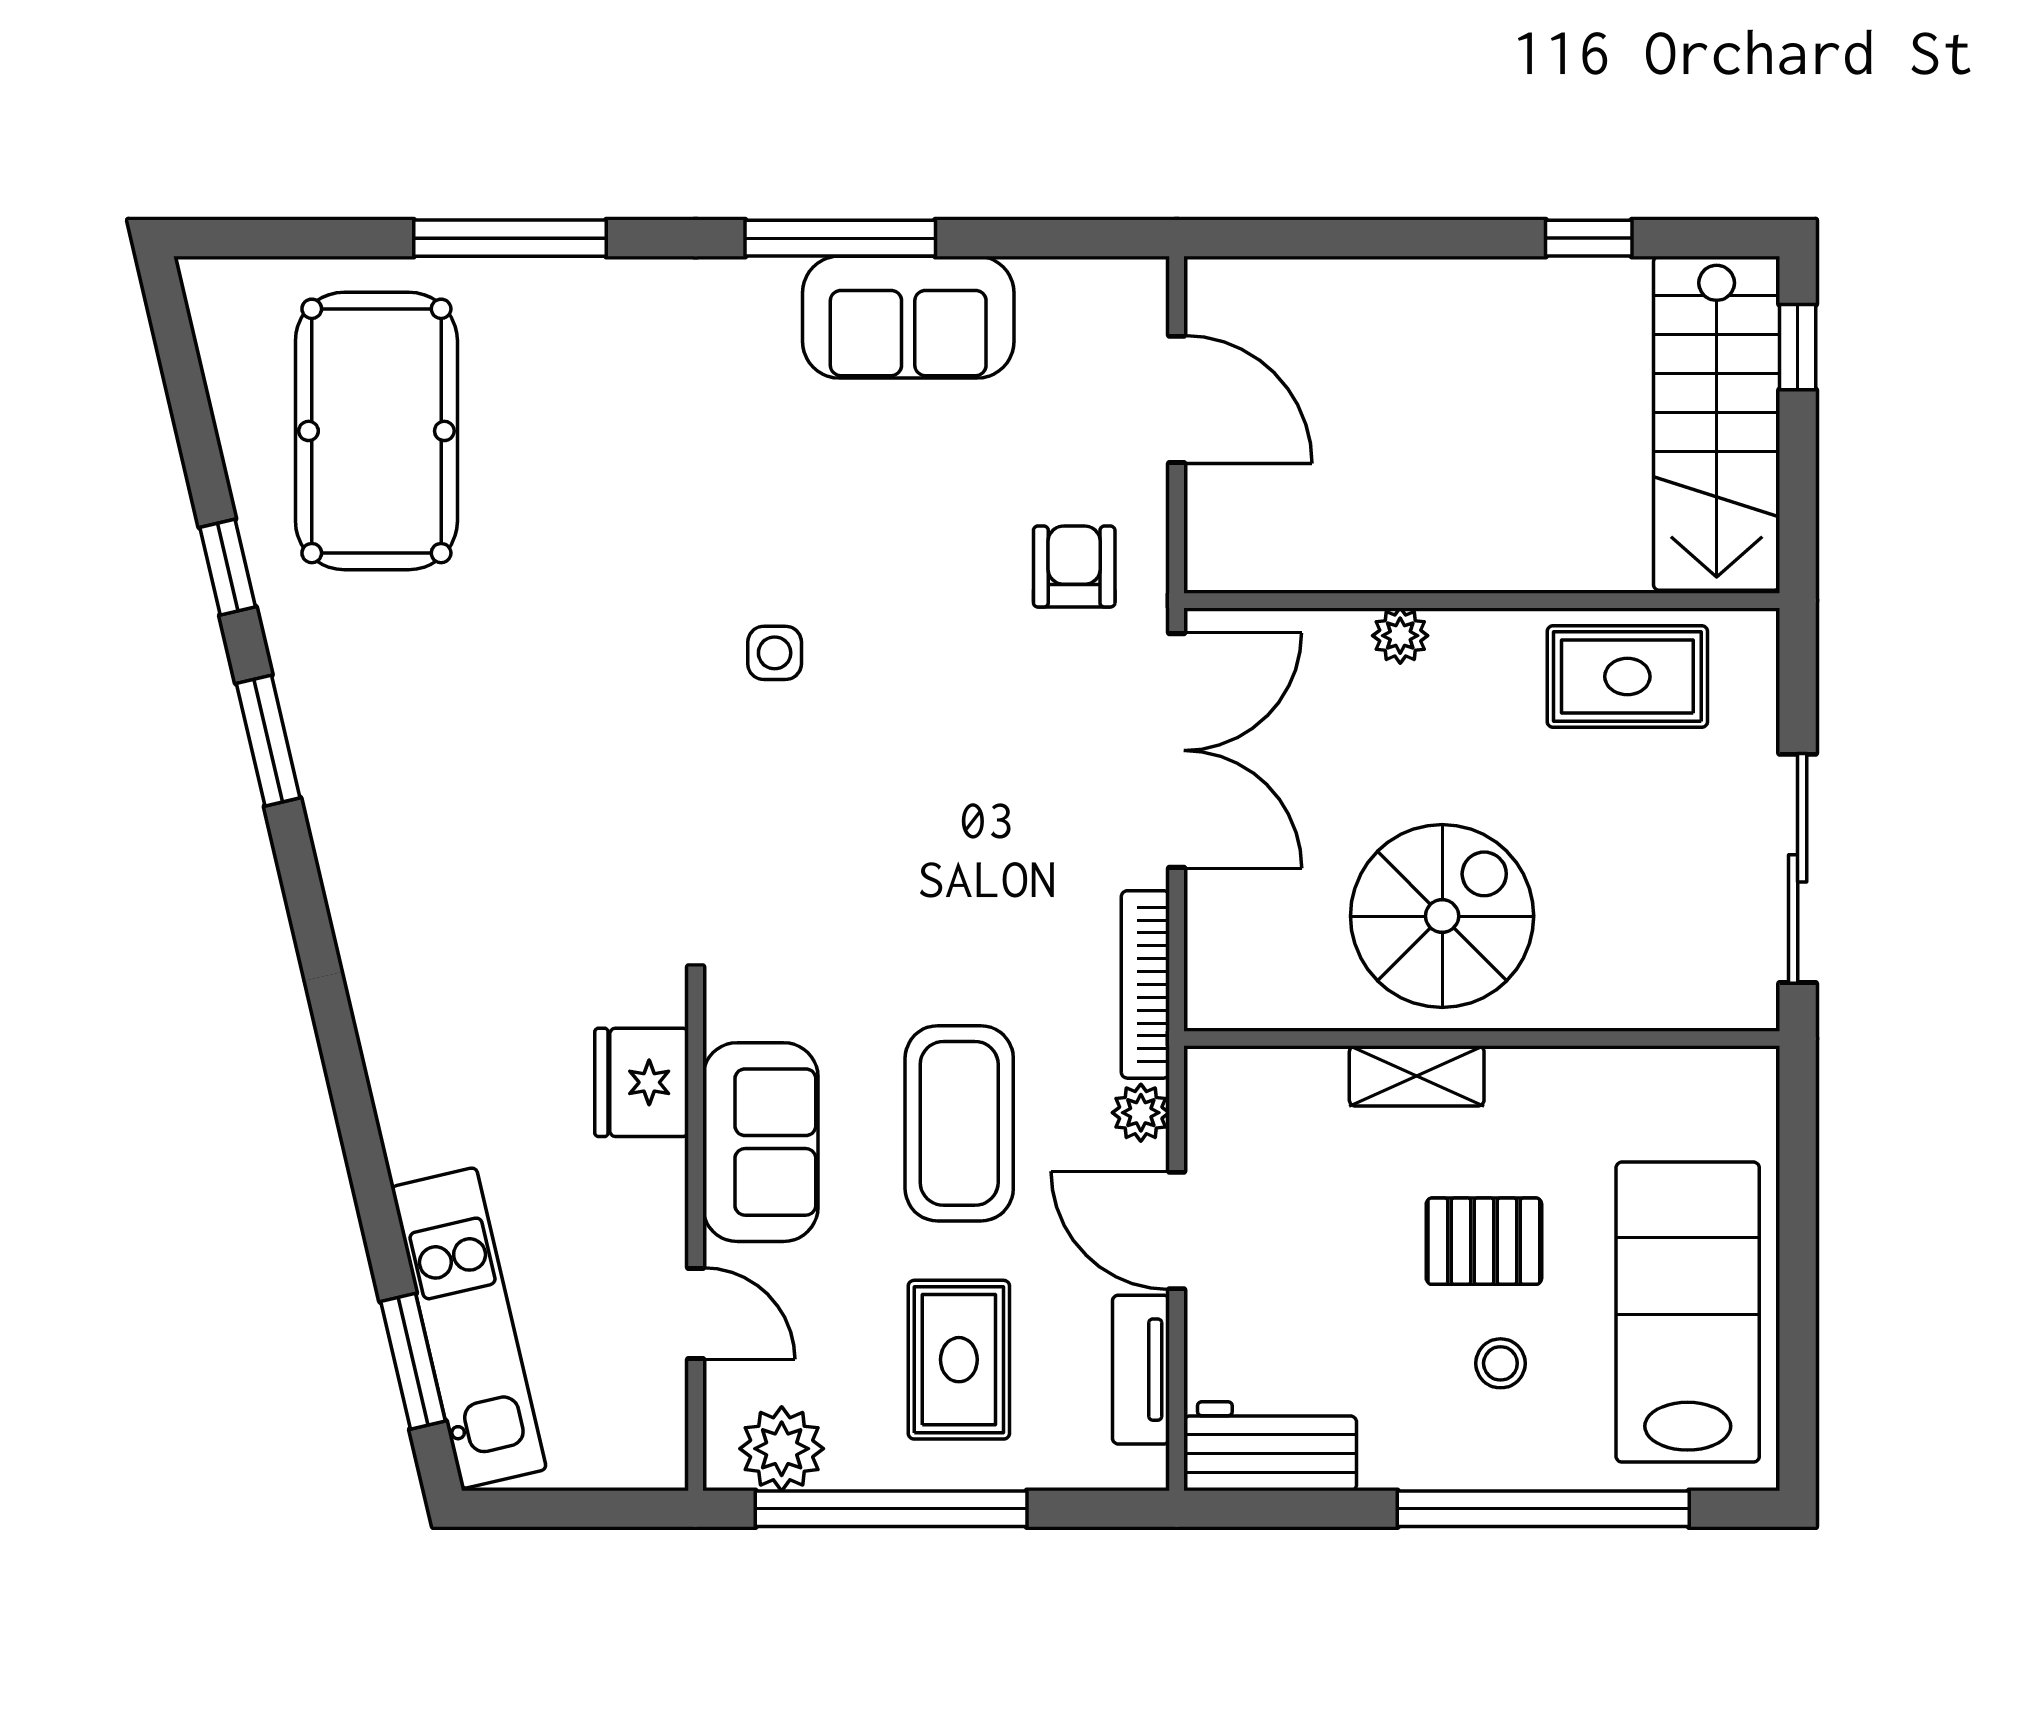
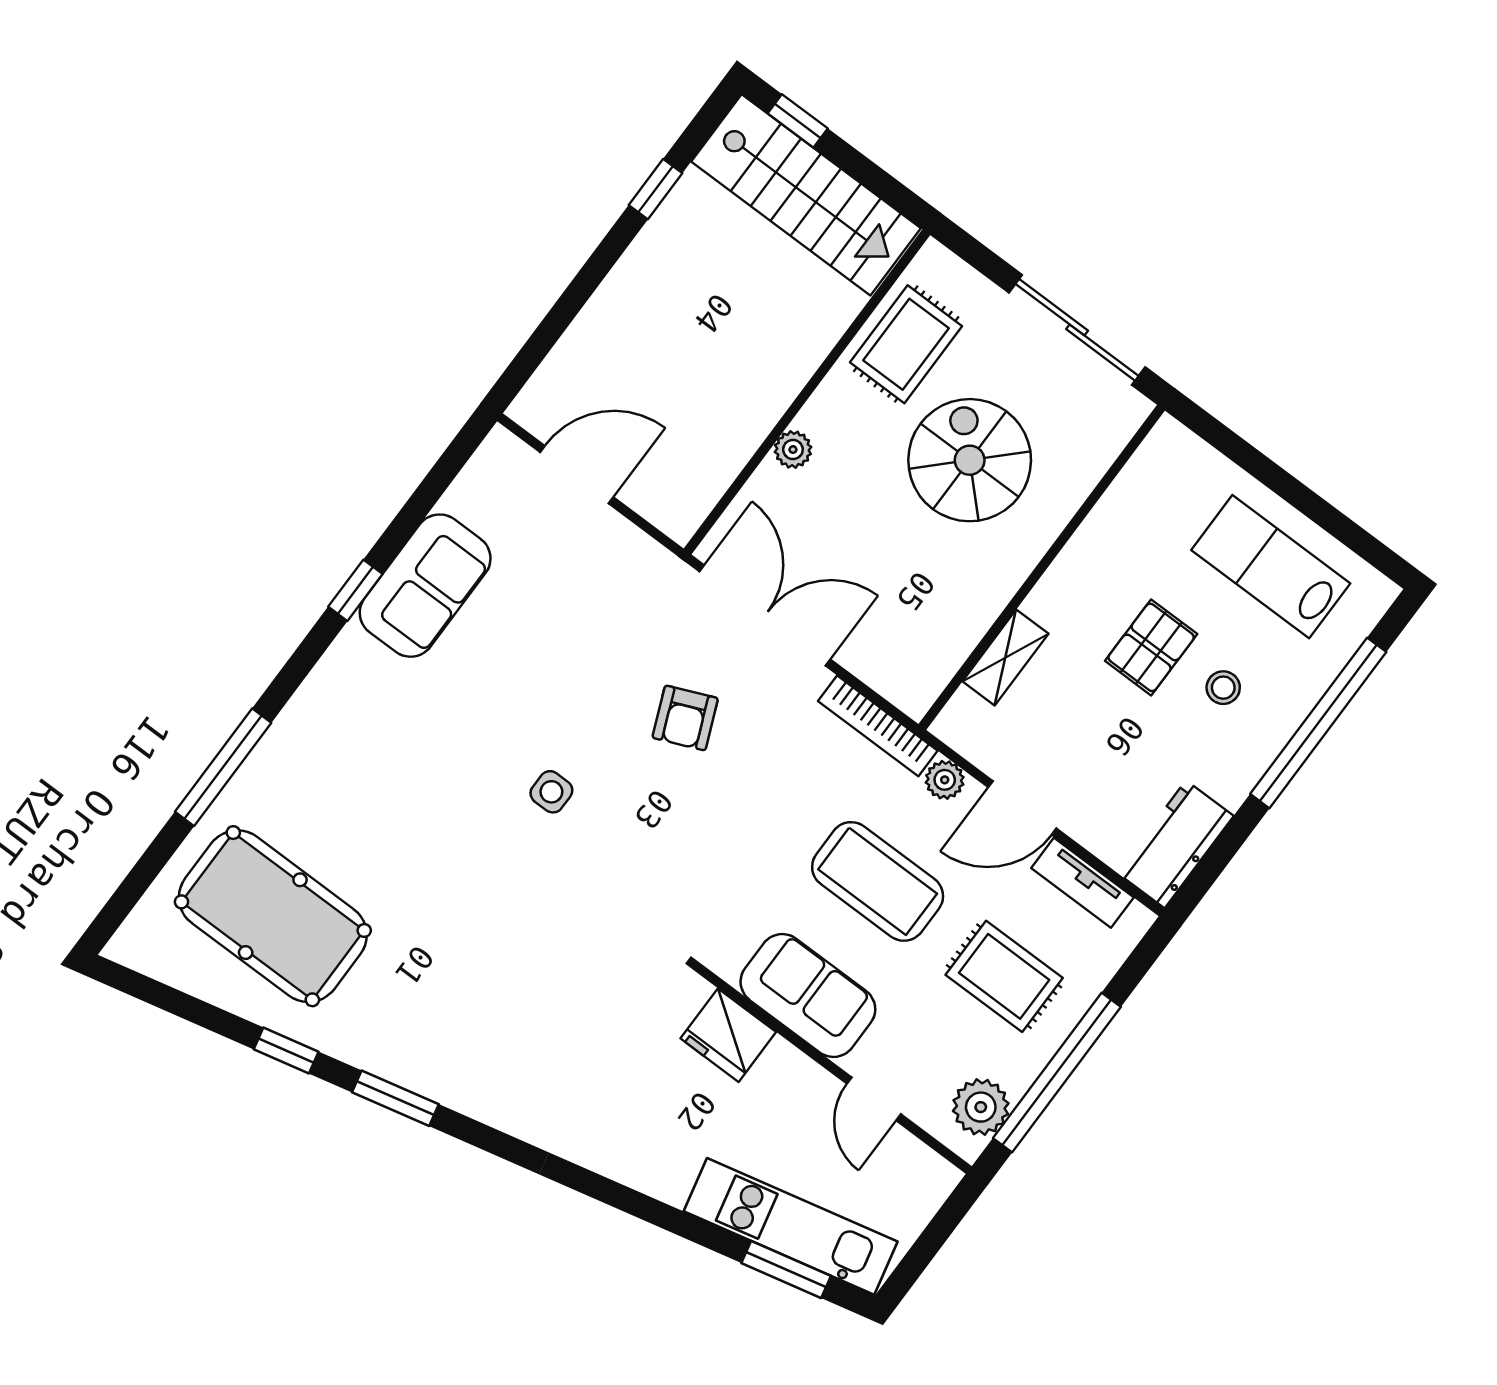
window: (840, 238) -> (355, 590), width x0.46
armchair: (1074, 567) -> (685, 718), moved, turned -113
spiral stairs: (1442, 916) -> (970, 460), moved
shelving: (1417, 1076) -> (1005, 658), moved
lab bench: (1688, 1312) -> (1271, 567), width x0.73, depth x0.72
door: (696, 1313) -> (874, 1099), swing flipped

